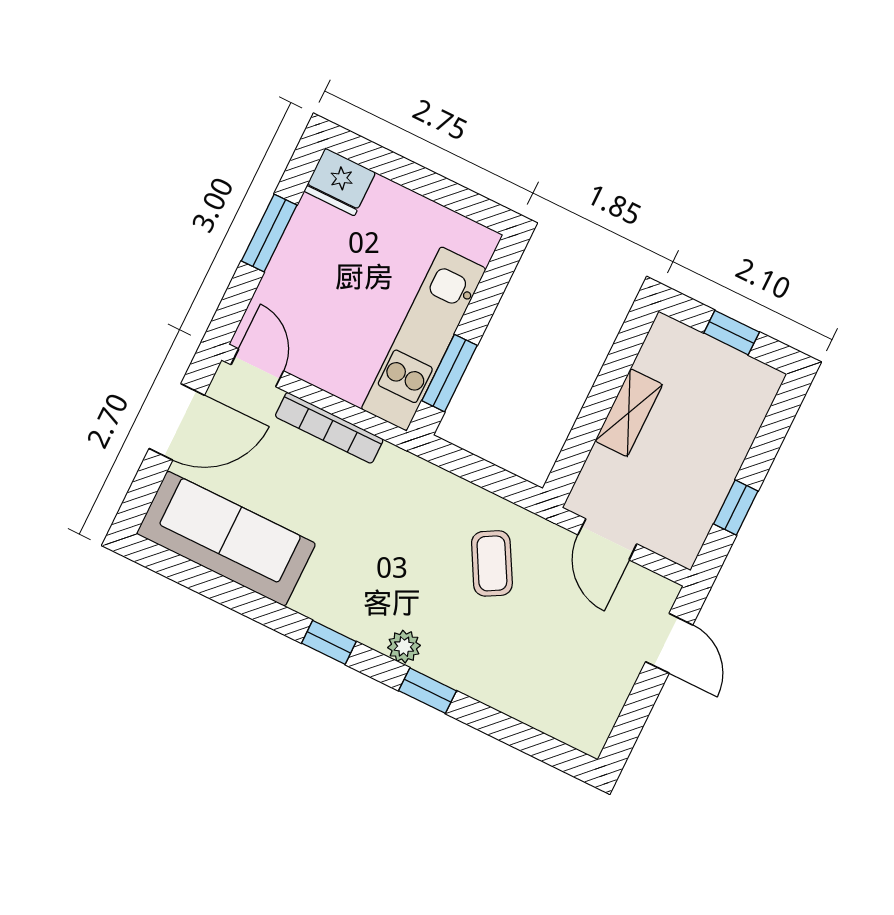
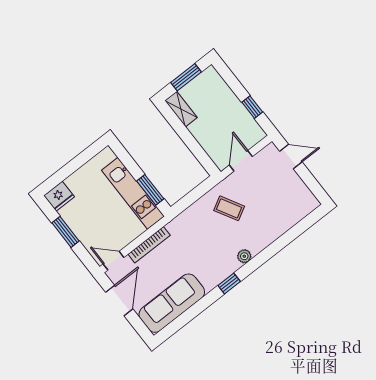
window: (732, 333) -> (186, 77), width x1.50
shelving: (629, 413) -> (181, 109), moved
door: (607, 539) -> (241, 161), swing flipped
window: (428, 691) -> (265, 255), removed

